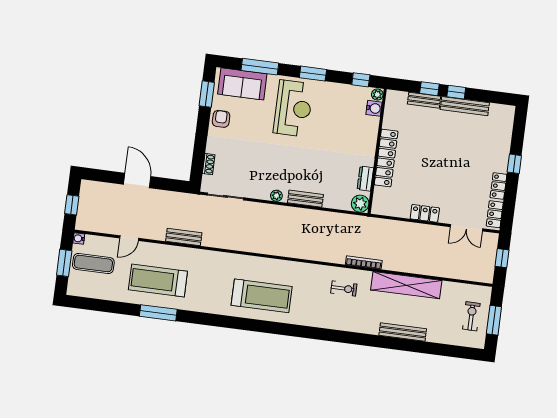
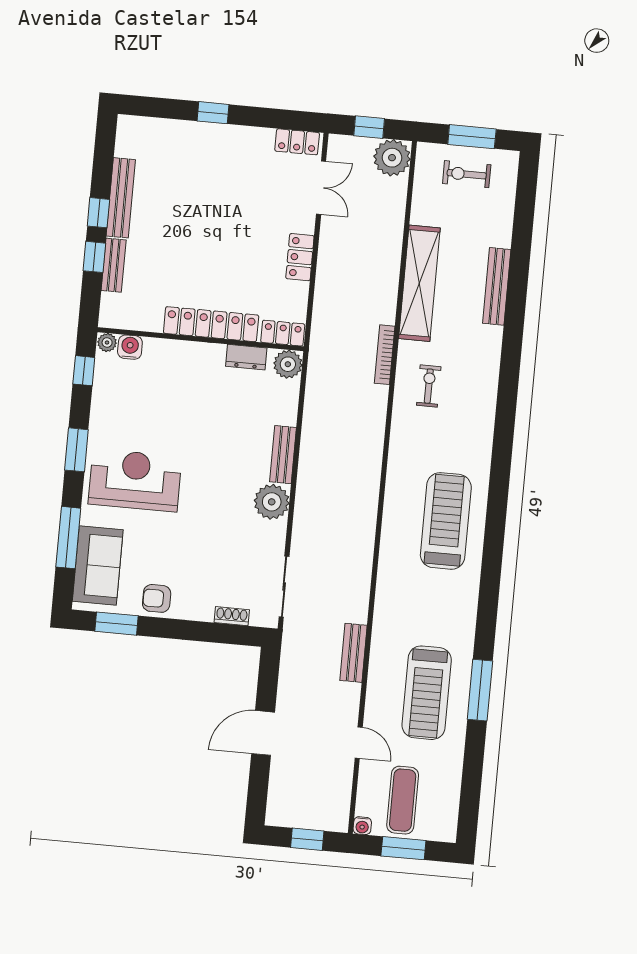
locker: (498, 186) -> (283, 333), moved, turned 180
plant: (276, 196) -> (272, 502), width x1.87, depth x1.87
plant: (483, 271) -> (392, 158), added

